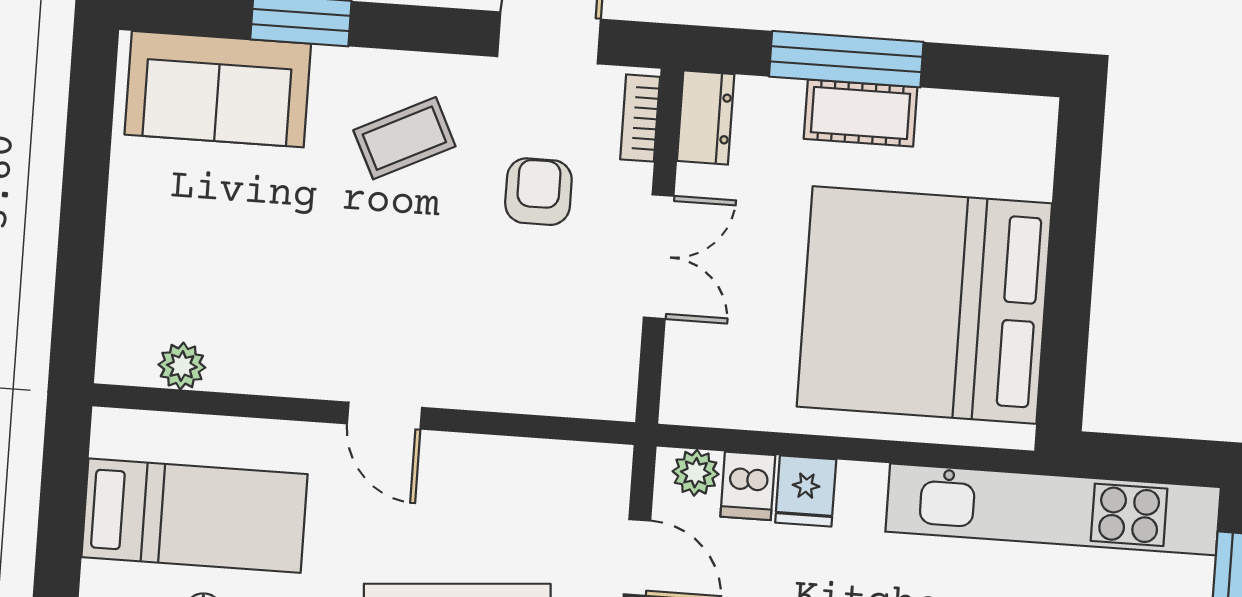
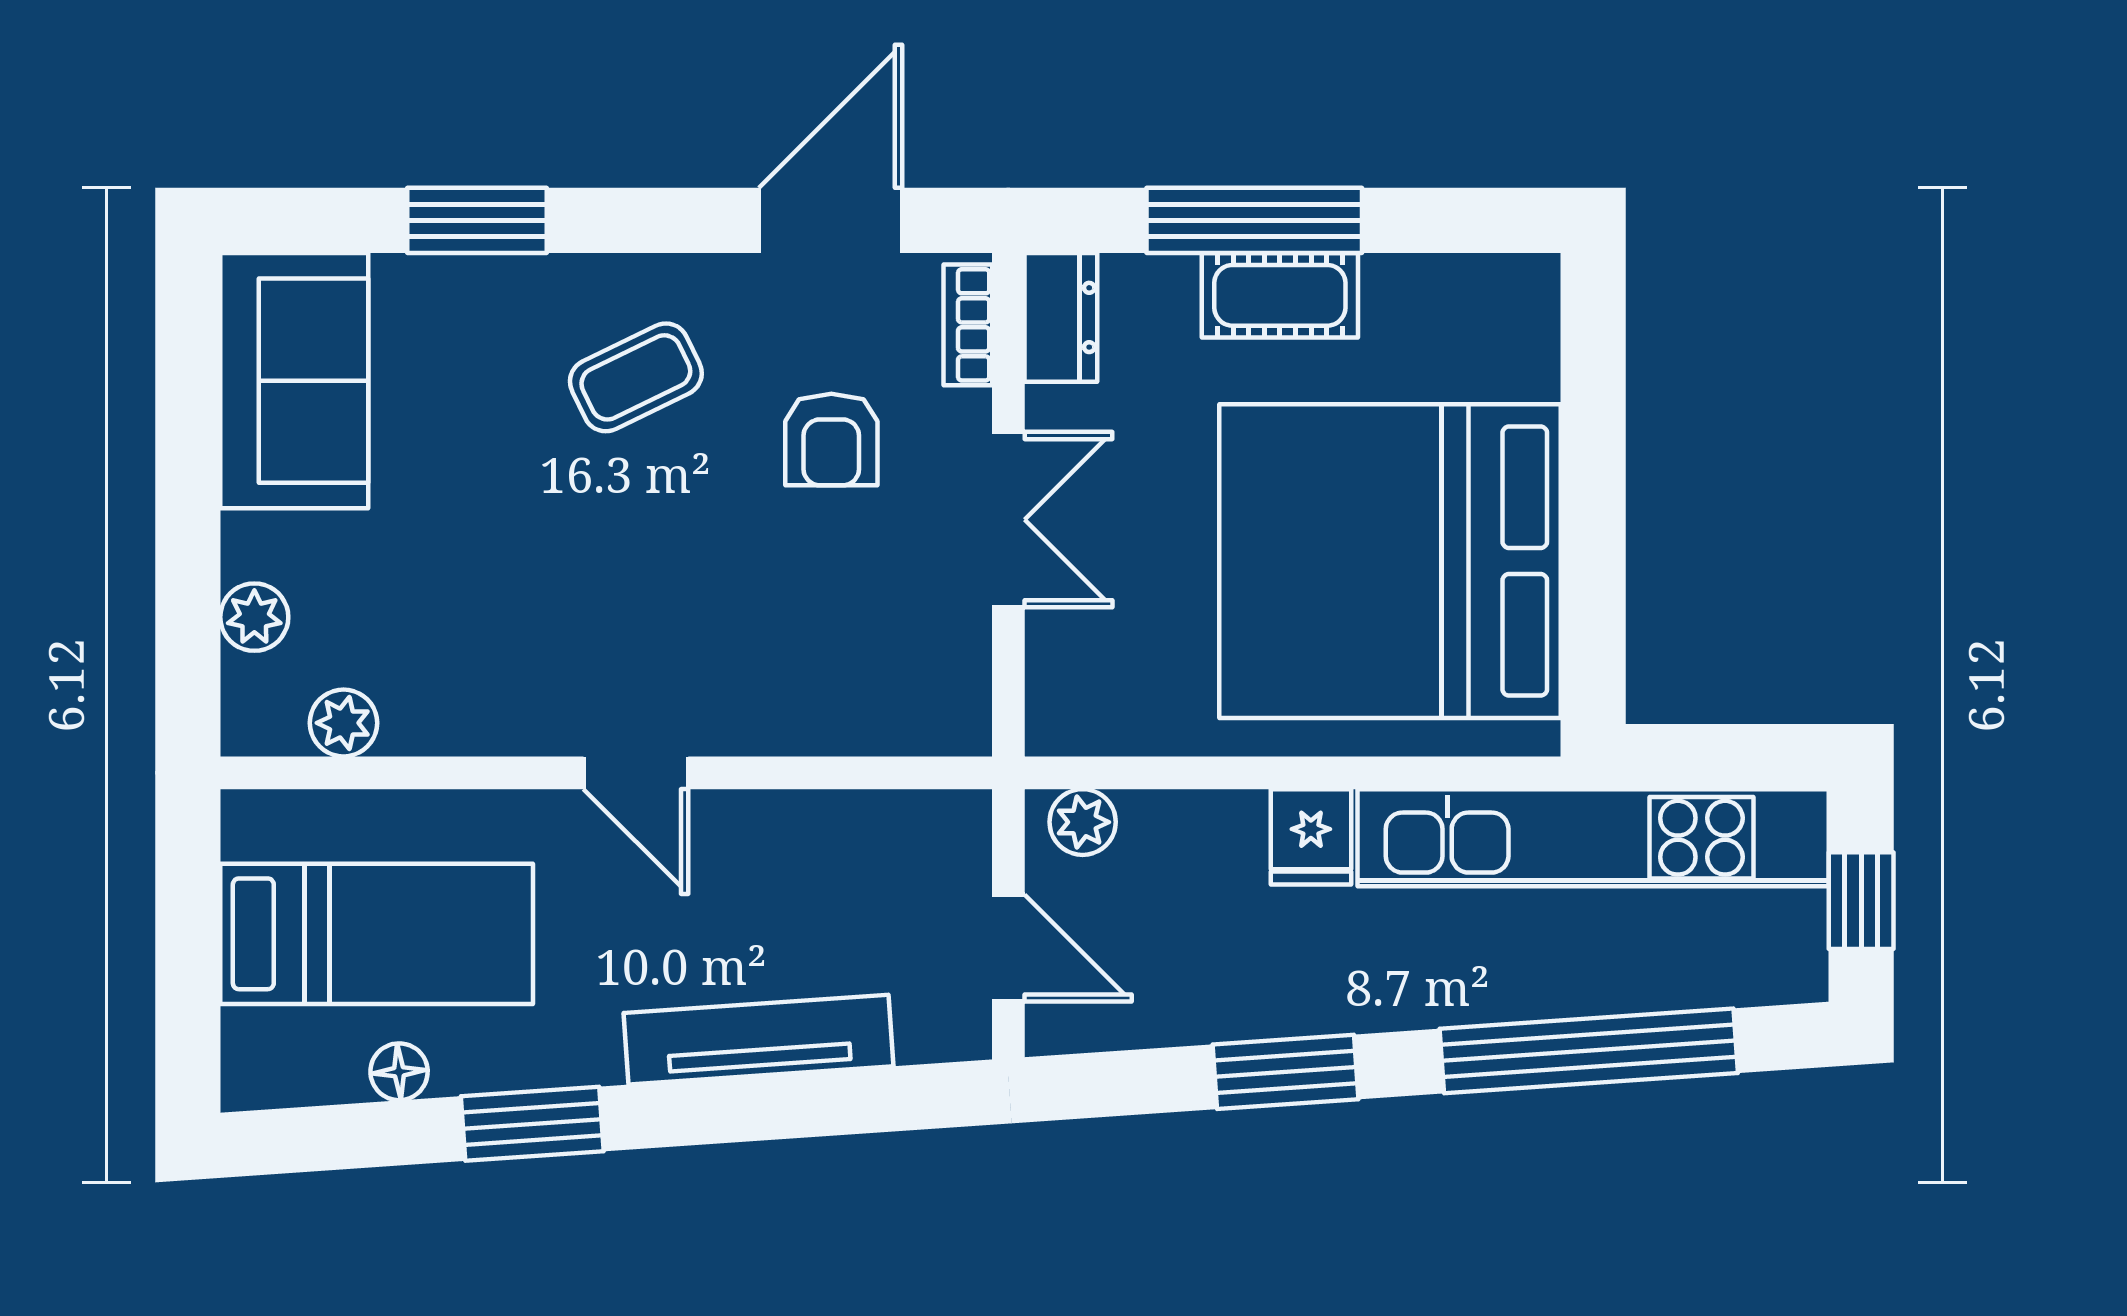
sofa: (218, 89) -> (294, 381), moved, turned -90
armchair: (538, 192) -> (831, 439), turned 180
plant: (125, 287) -> (254, 617), added
dishwasher: (748, 486) -> (1158, 835), removed
fridge: (806, 491) -> (1311, 837), moved

